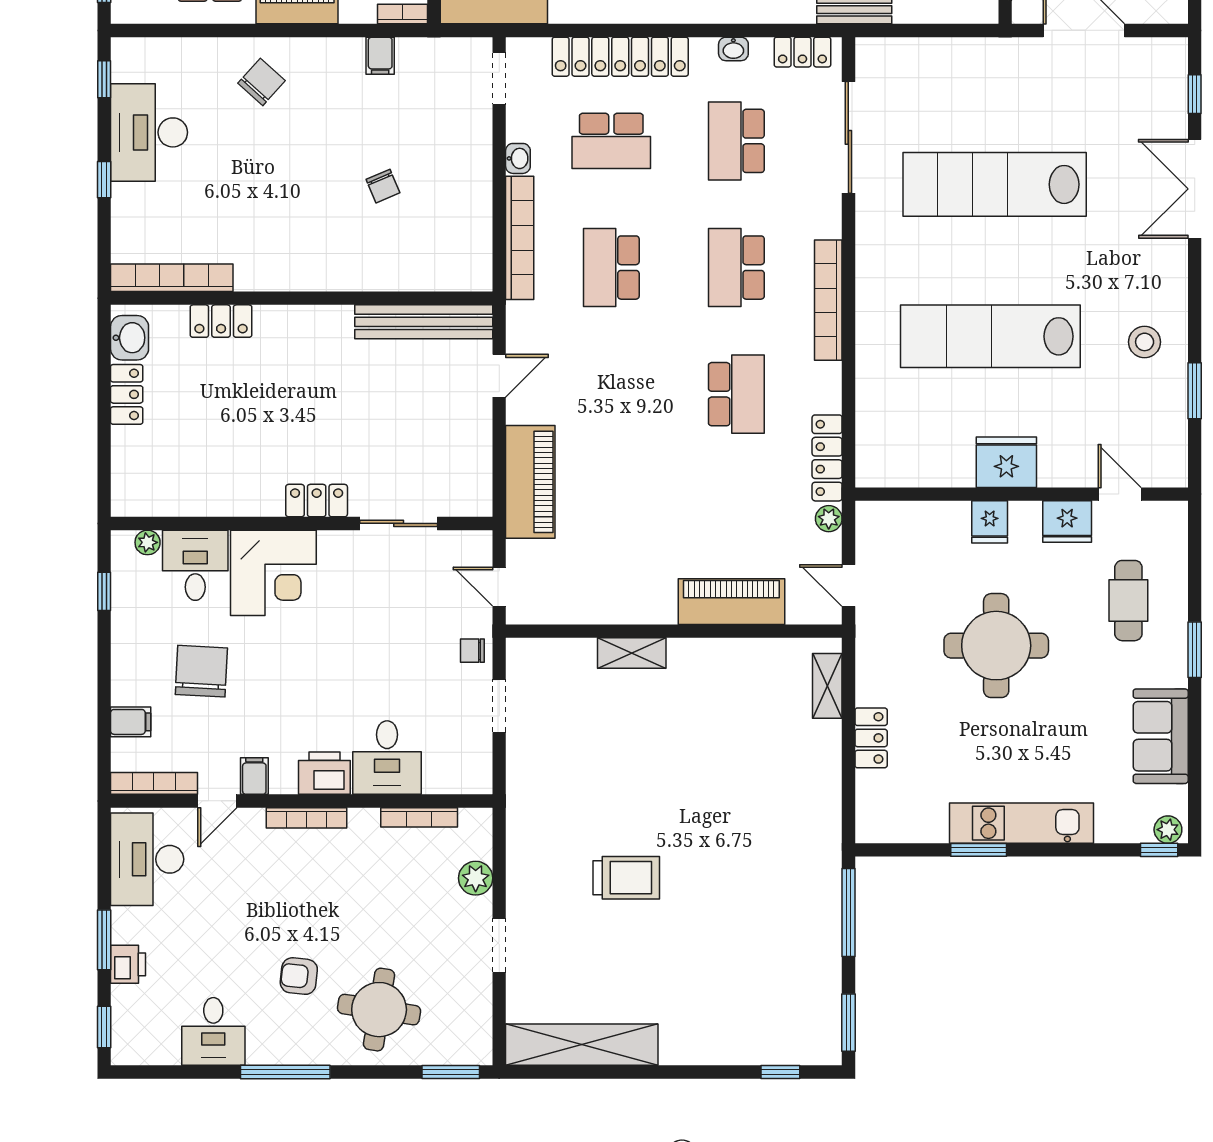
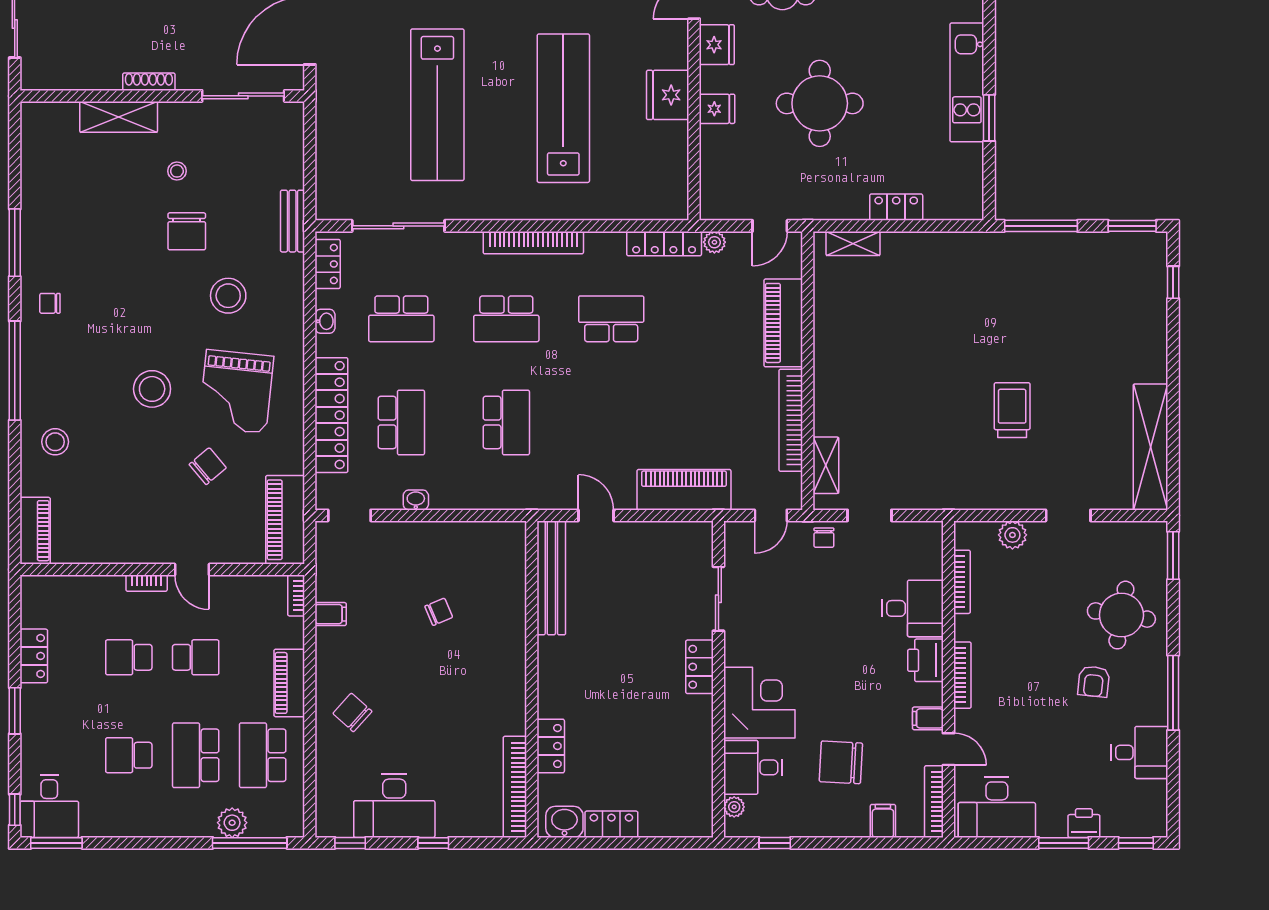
bookcase: (520, 238) -> (791, 420), moved, turned -90
school desk: (611, 268) -> (506, 422), turned -90
lab bench: (990, 336) -> (563, 108), turned 180
shelving: (632, 653) -> (826, 465), moved

